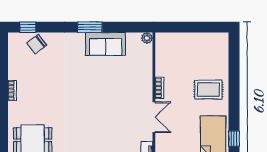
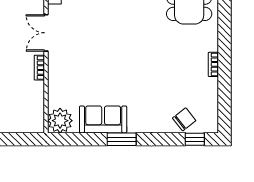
plant: (147, 38) -> (60, 121), width x1.88, depth x1.88

